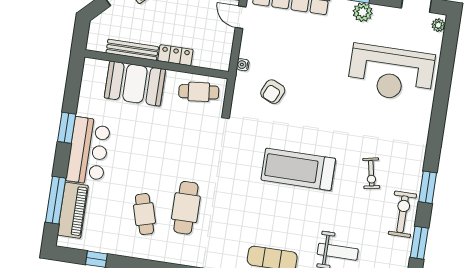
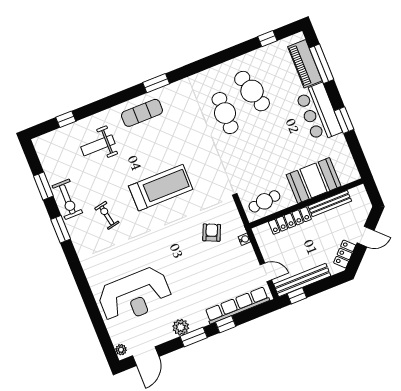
locker: (175, 55) -> (290, 221), width x1.53
reception desk: (391, 73) -> (135, 296), turned 180
cafe table: (144, 214) -> (252, 91), width x1.37, depth x1.35

